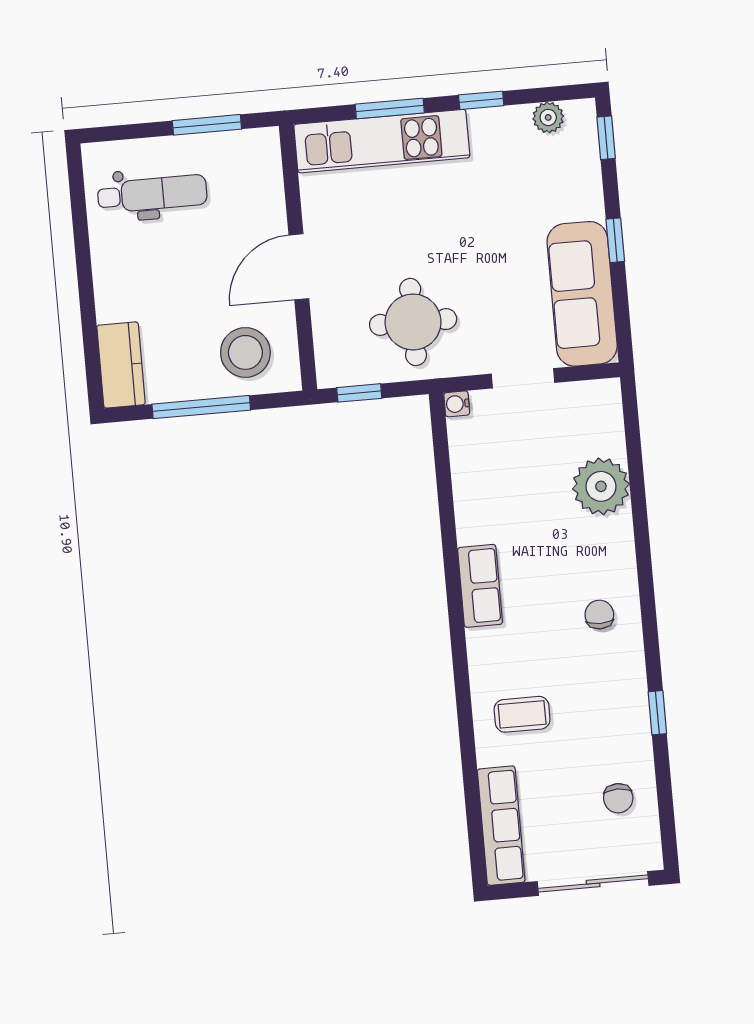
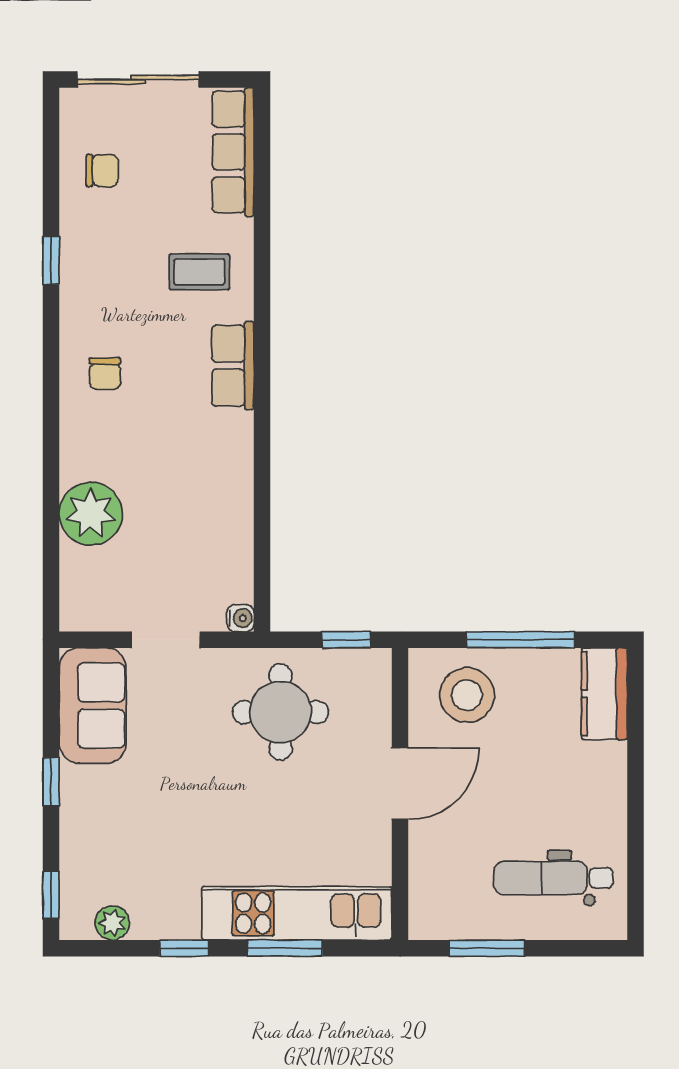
sofa: (582, 294) -> (93, 706), width x0.73
row of seats: (480, 586) -> (233, 366), moved
chair: (618, 798) -> (102, 170), turned 90

